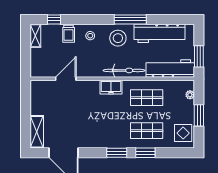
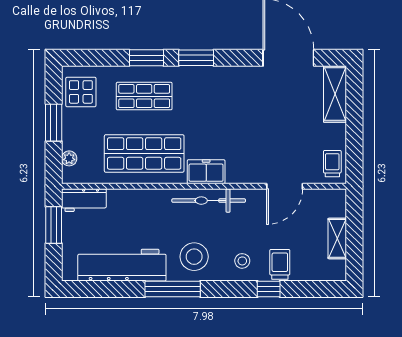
window: (54, 19) -> (269, 289), moved
shelving: (35, 36) -> (337, 238), moved
workbench: (170, 69) -> (84, 200), width x0.53, depth x0.76
bicycle: (124, 70) -> (209, 201), moved
trolley: (38, 92) -> (332, 164), added
shop shelf: (147, 98) -> (144, 153), width x1.43, depth x1.36

